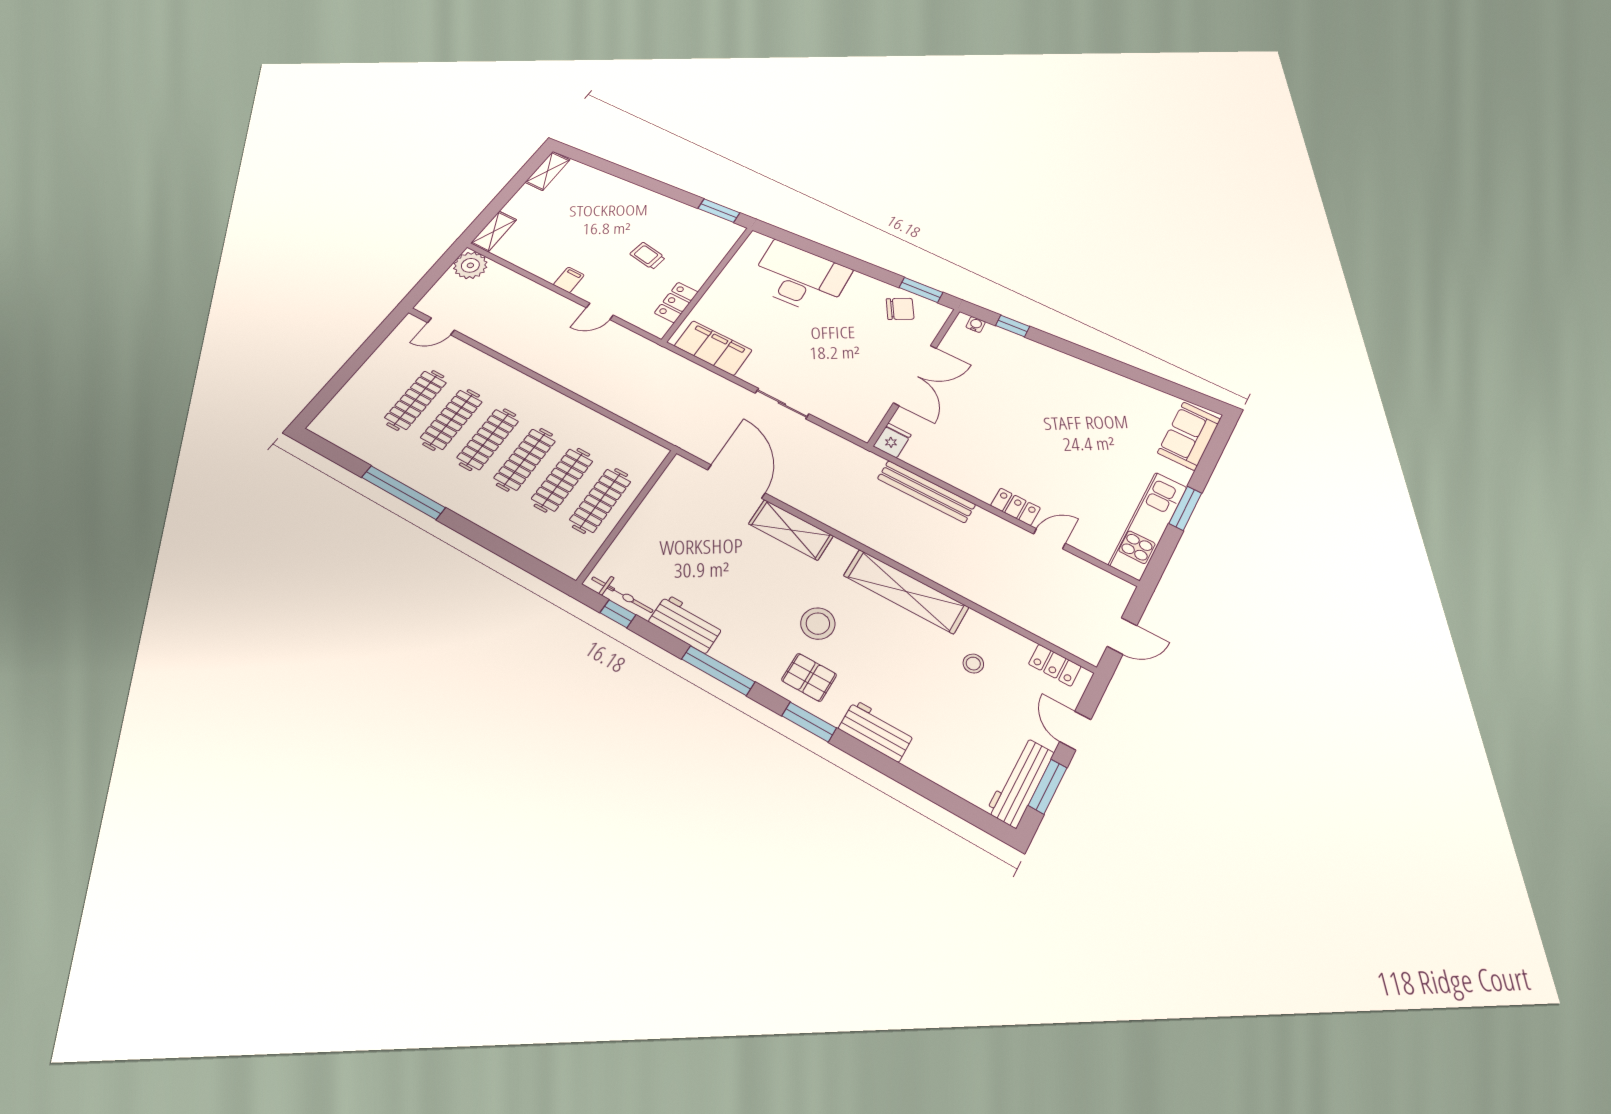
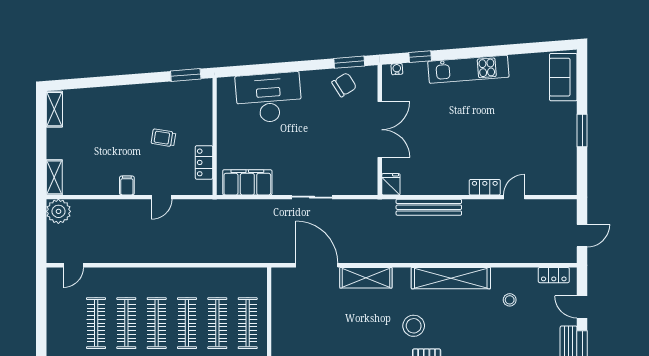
kitchen unit: (1148, 526) -> (468, 69), moved, turned -94

